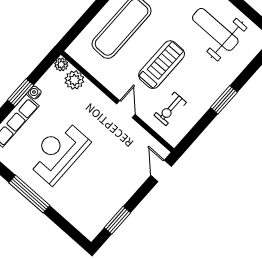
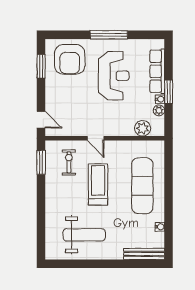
plant: (61, 64) -> (159, 110), moved
treadmill: (162, 65) -> (98, 185), turned 180
window: (224, 100) -> (41, 162), moved
armchair: (85, 203) -> (70, 59), added

